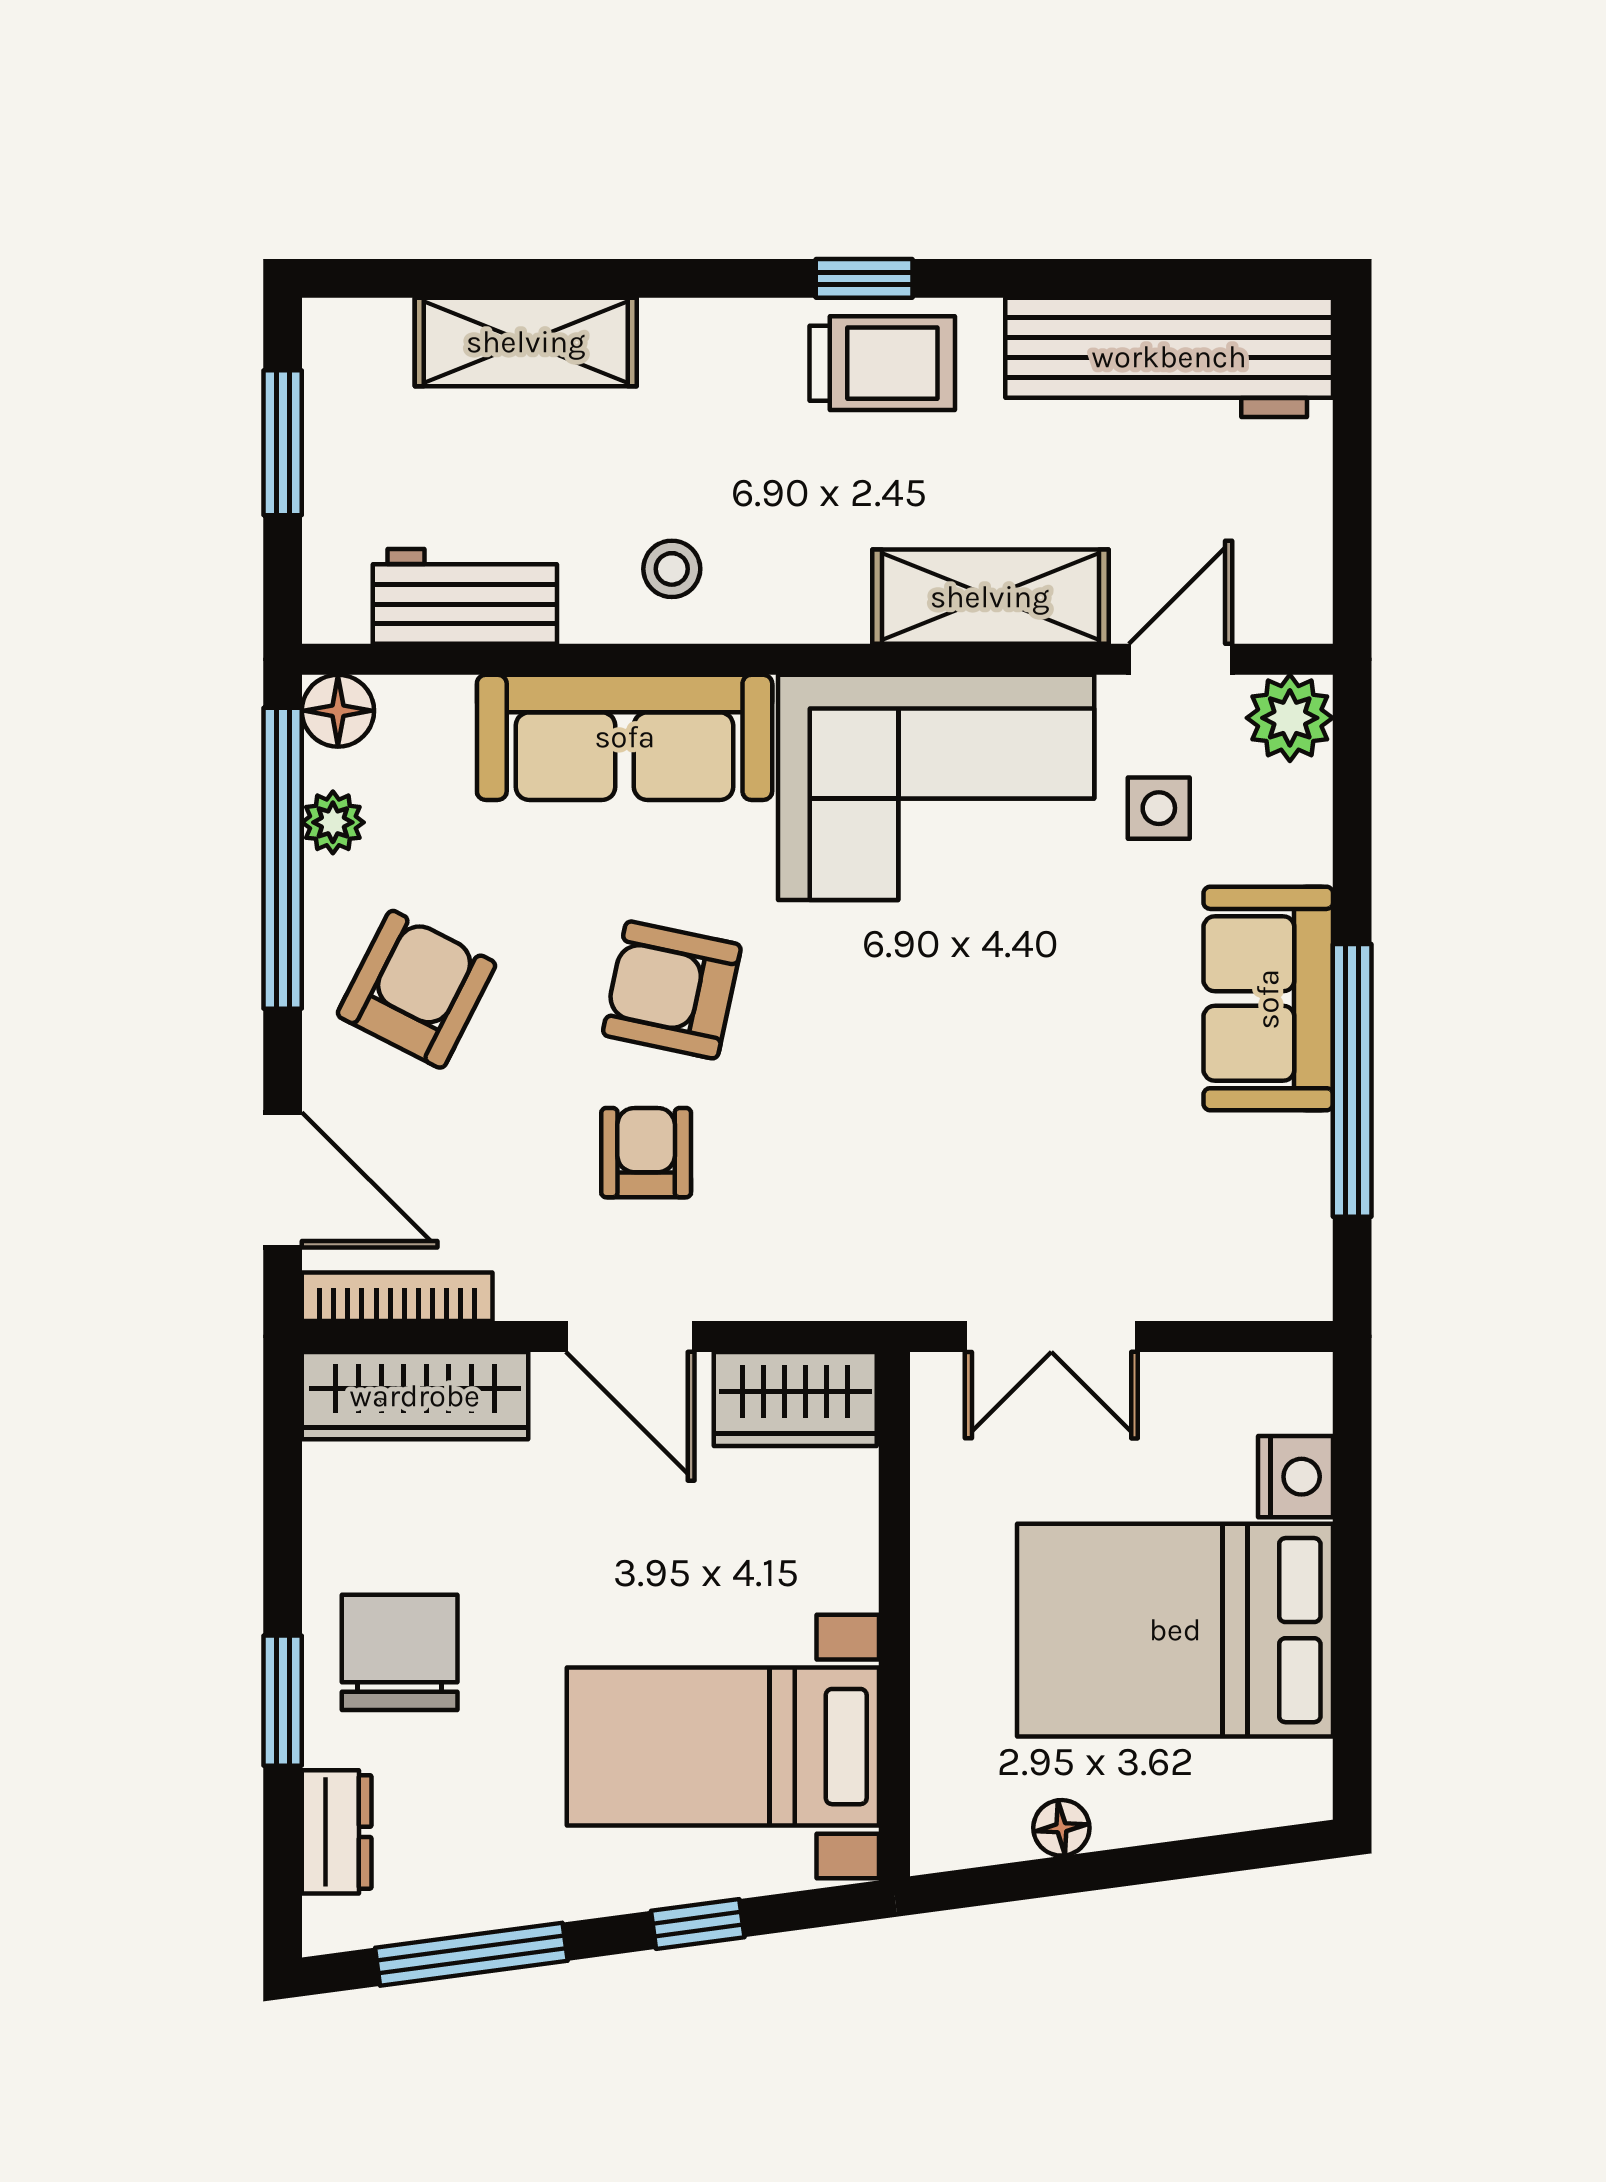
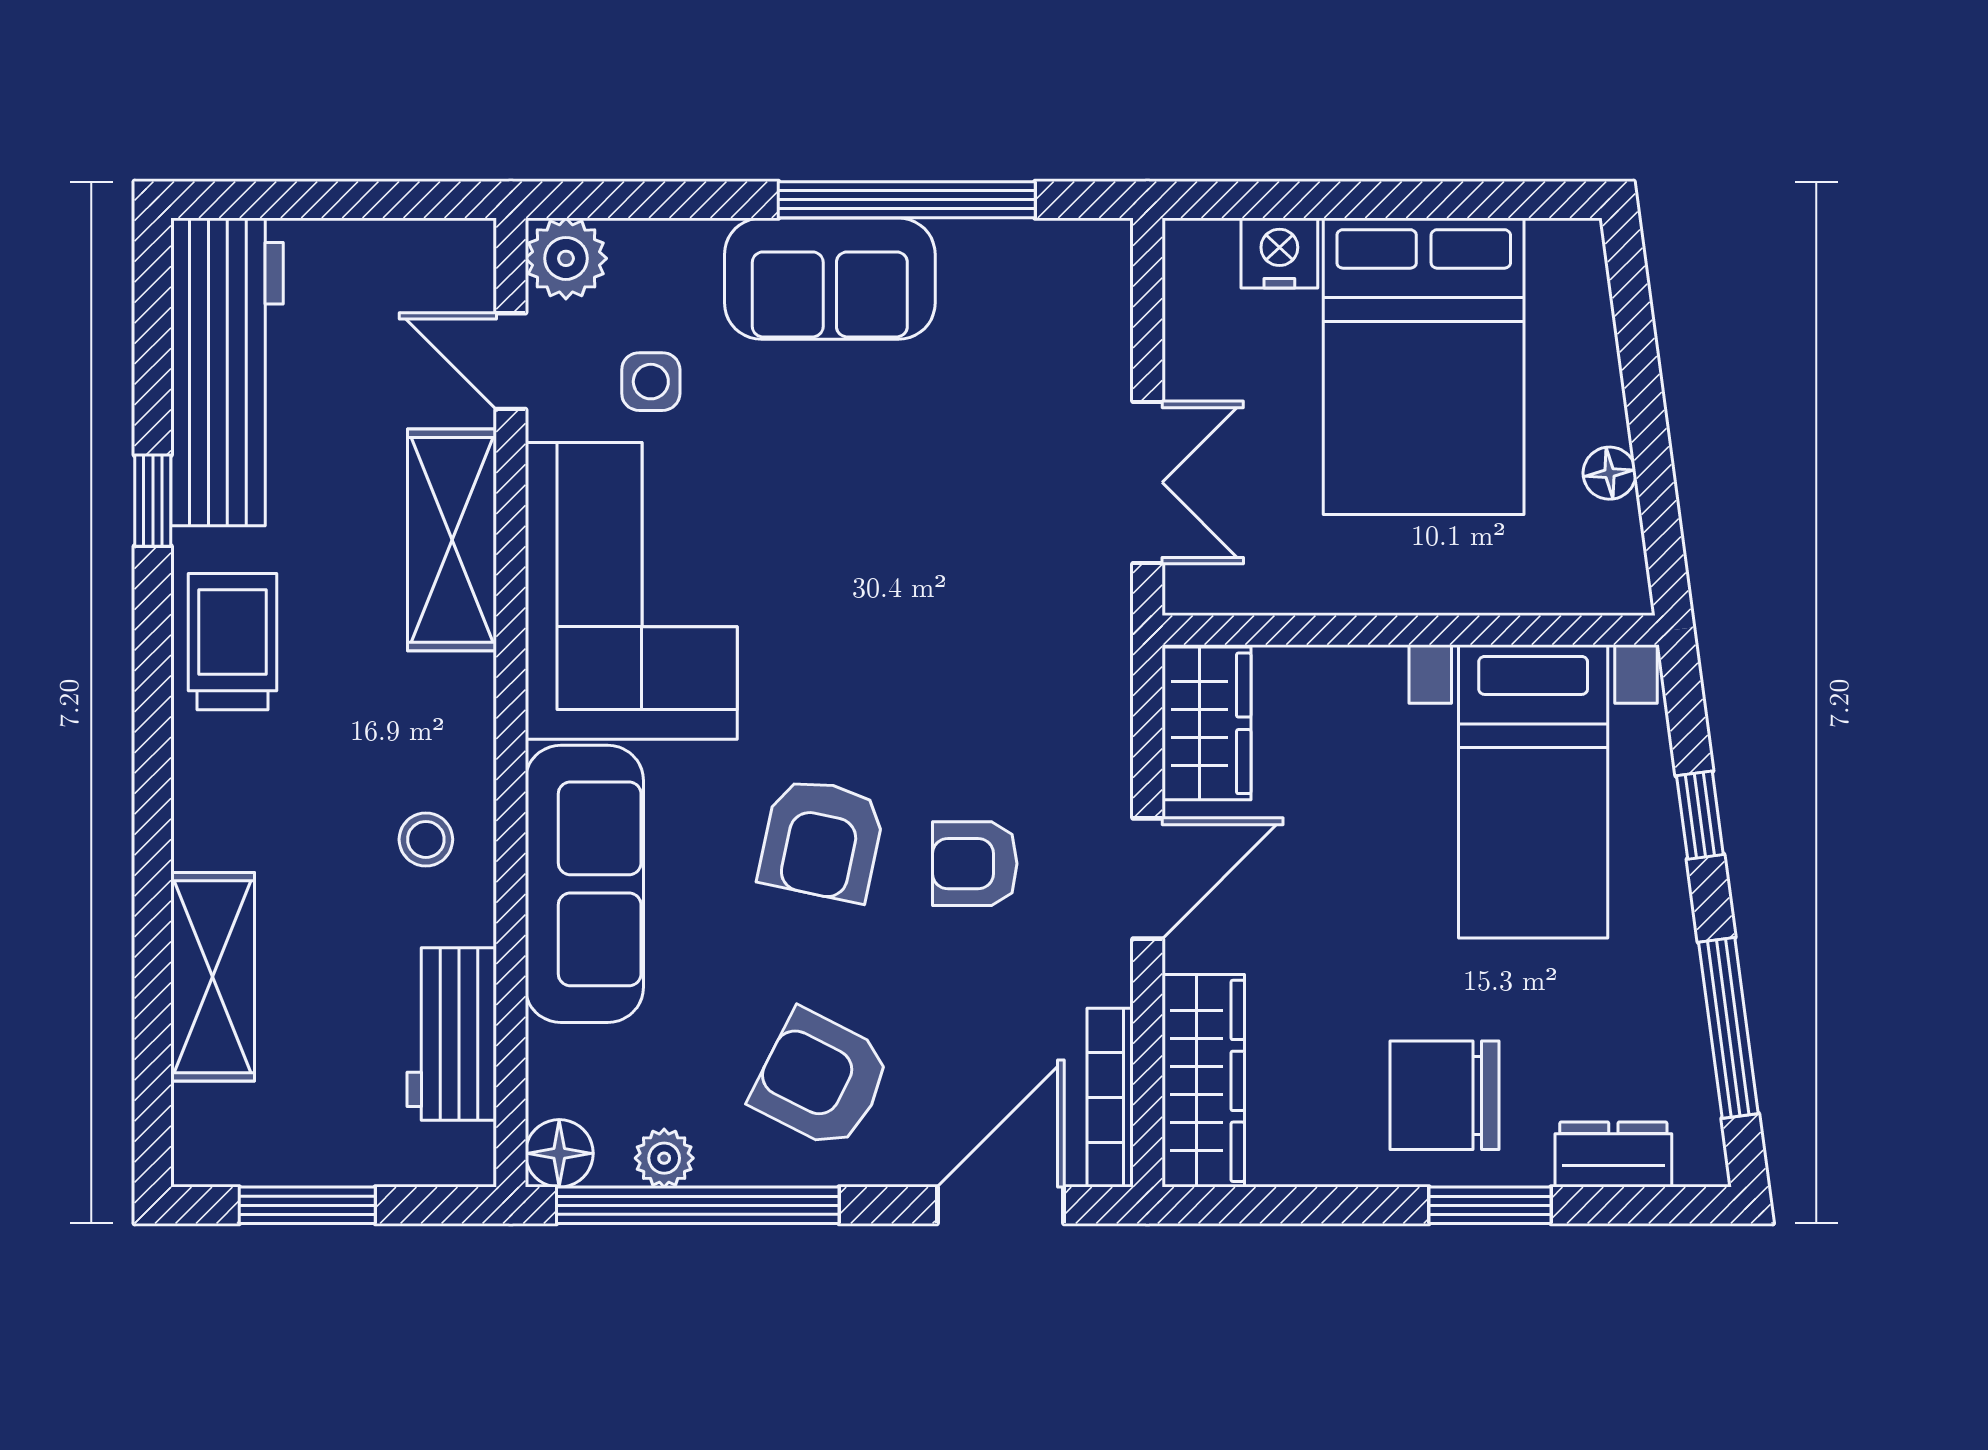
window: (864, 278) -> (153, 501), moved

